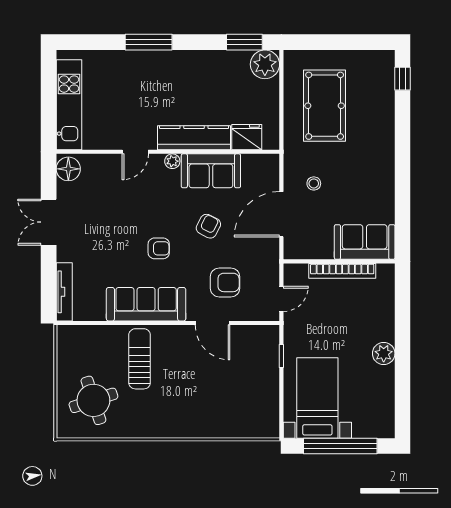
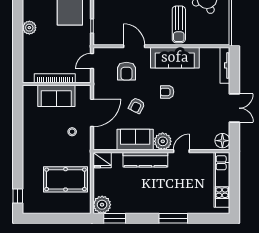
pool table: (325, 106) -> (66, 179), turned 90
fridge: (247, 137) -> (102, 160), moved
plant: (172, 161) -> (163, 141), width x1.88, depth x1.88
sofa: (365, 242) -> (56, 96), moved
armchair: (225, 282) -> (126, 71), turned -90

